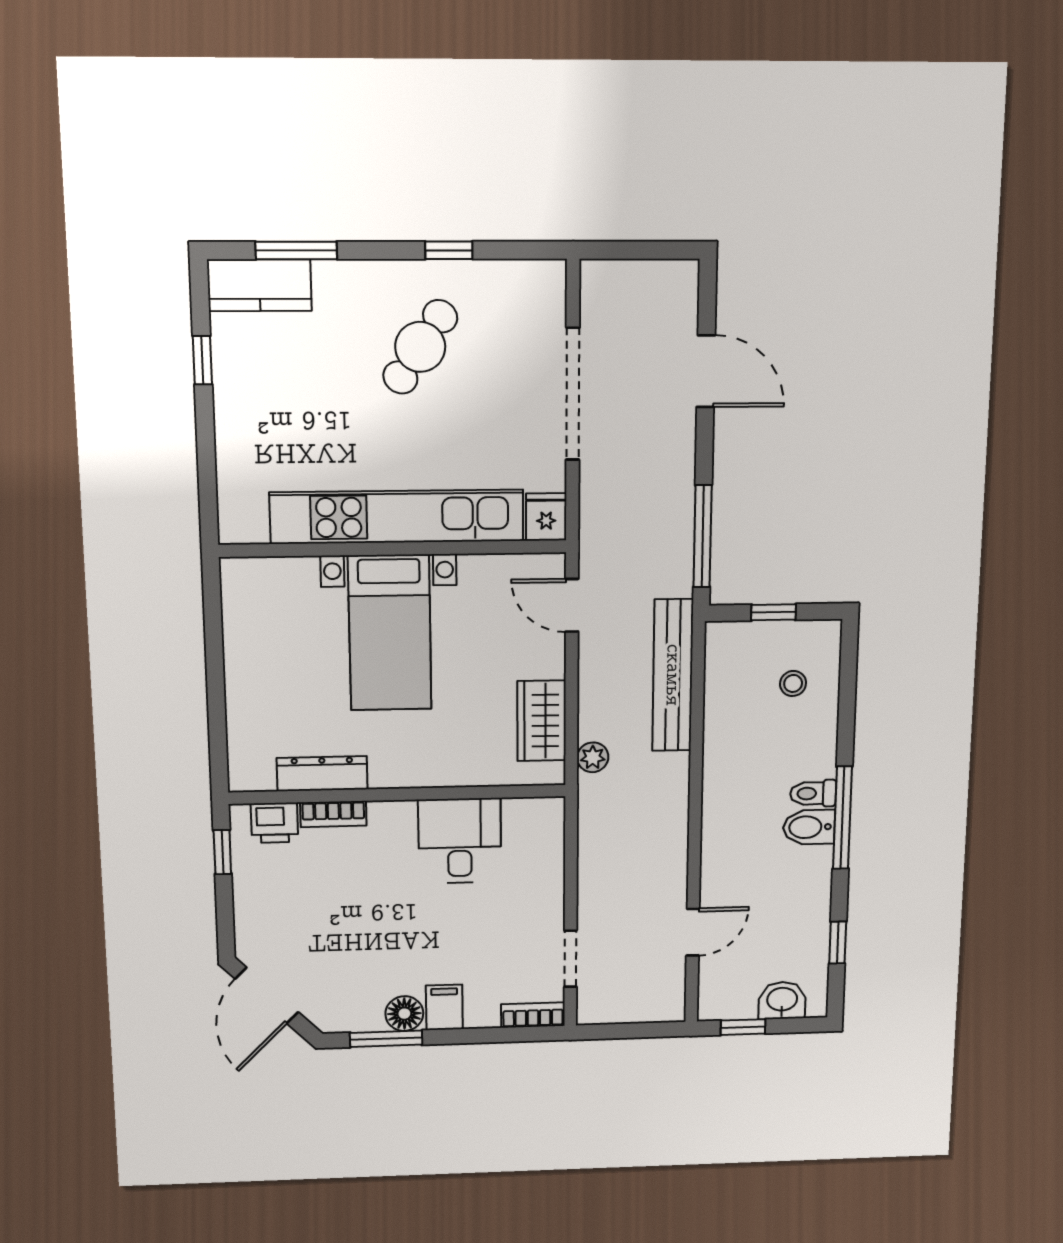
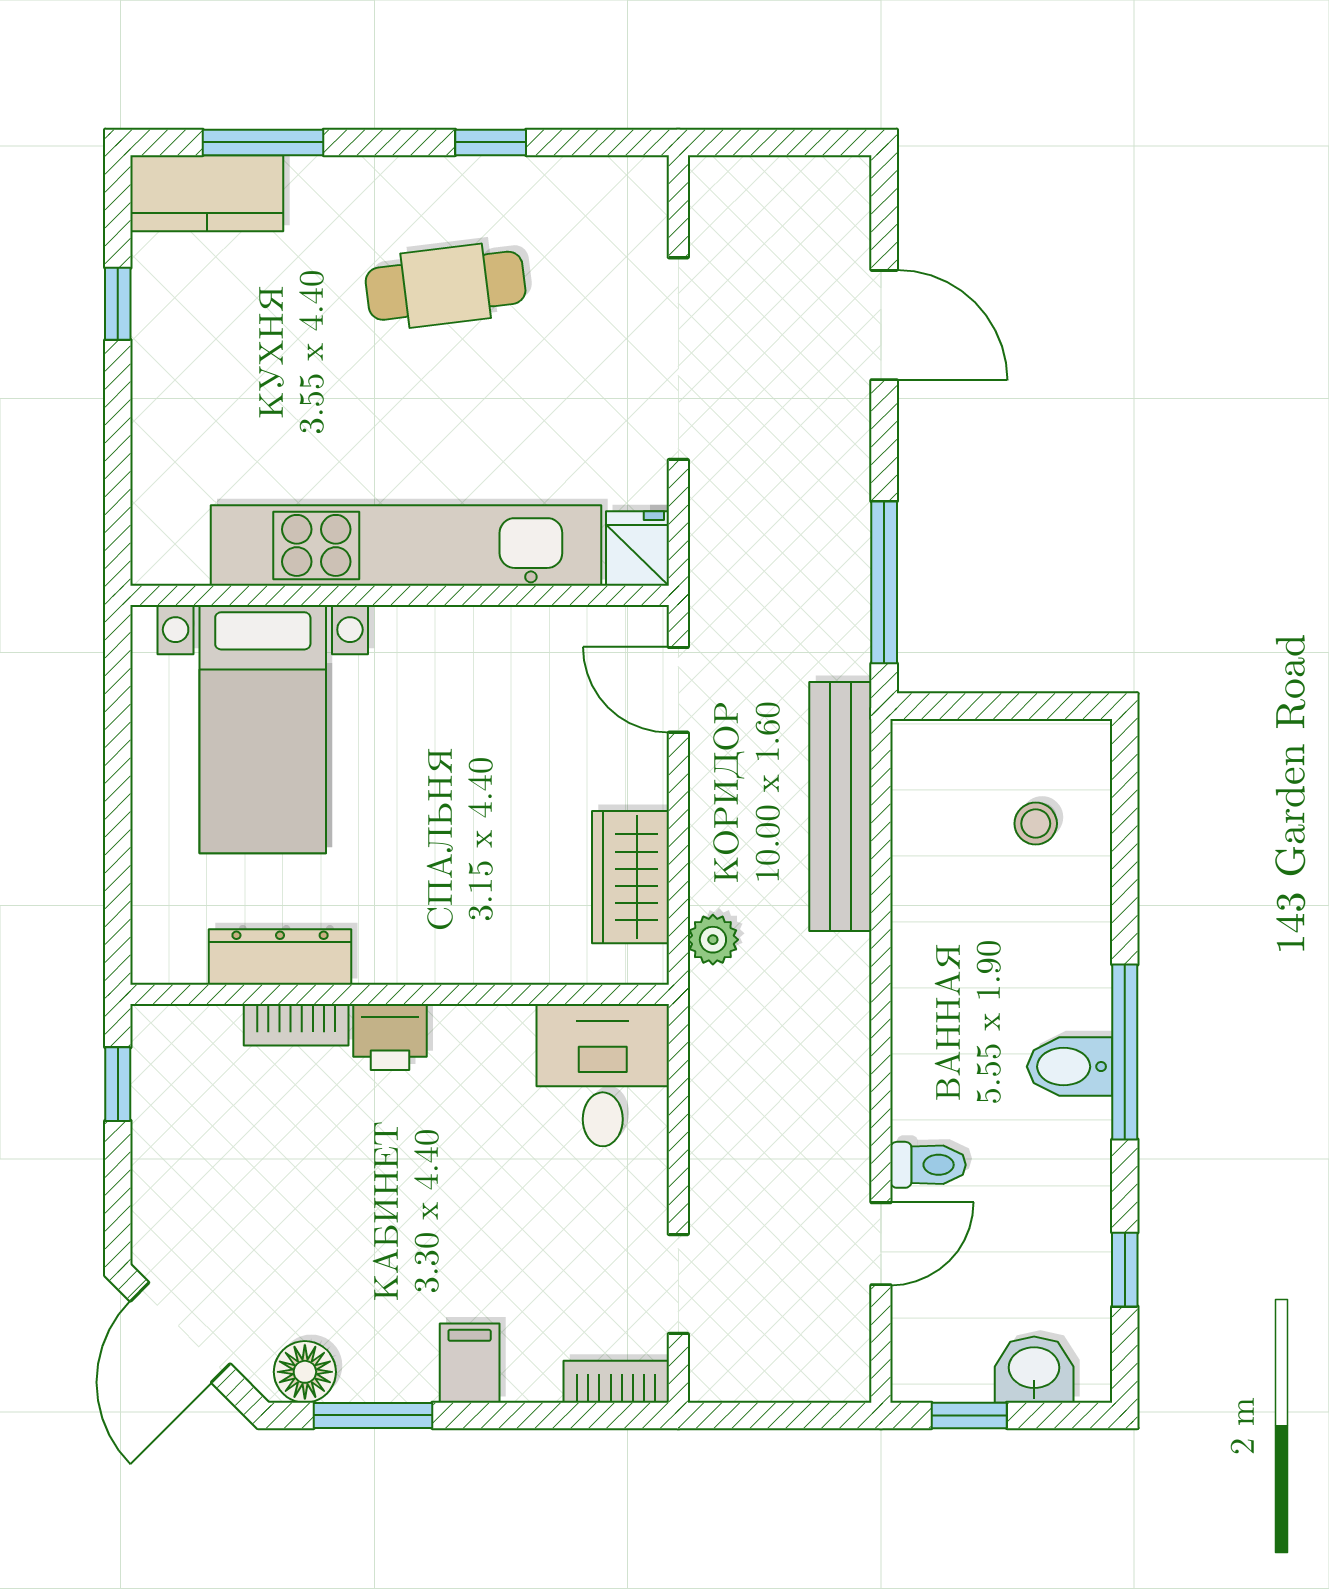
cafe table: (420, 347) -> (446, 286), turned 49
window: (773, 612) -> (1001, 706), removed
bed with nightstands: (390, 633) -> (263, 729), moved
toilet: (813, 793) -> (928, 1165), moved, turned 180
printer: (275, 823) -> (390, 1037), moved
desk: (460, 841) -> (603, 1075), moved
floor lamp: (404, 1014) -> (305, 1372), moved

